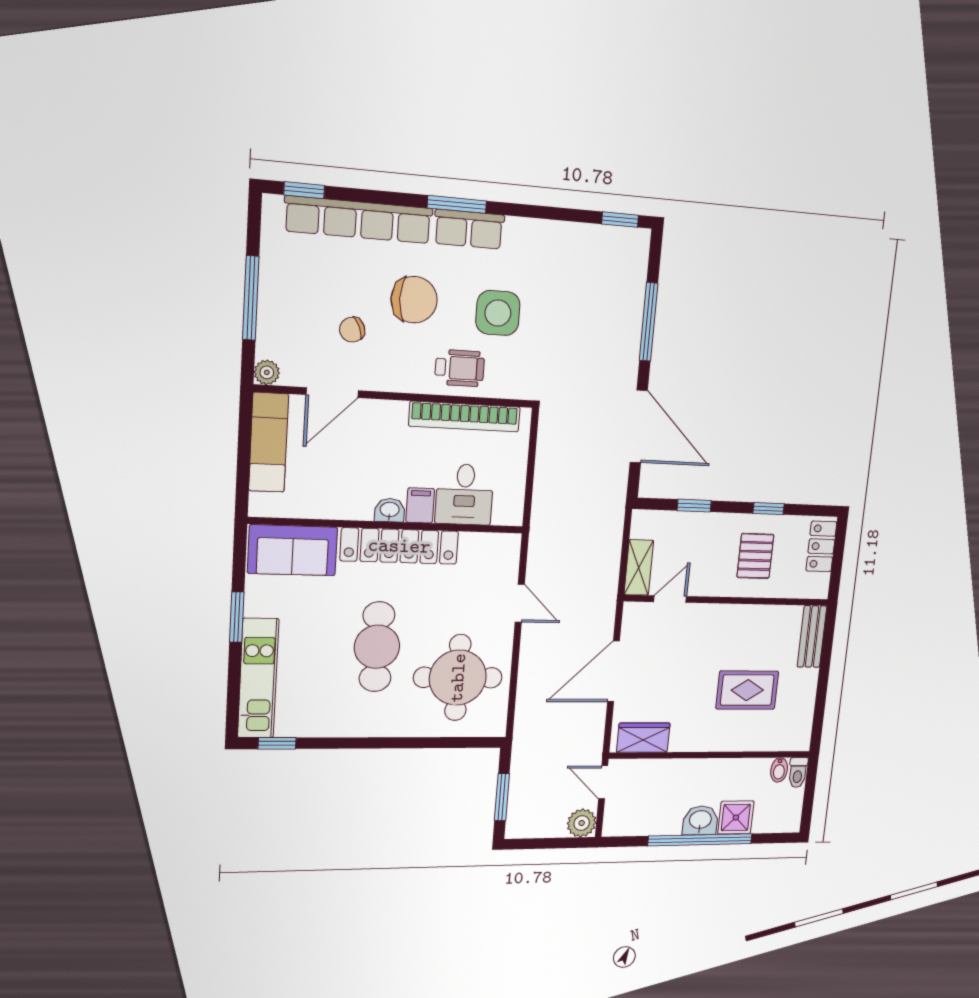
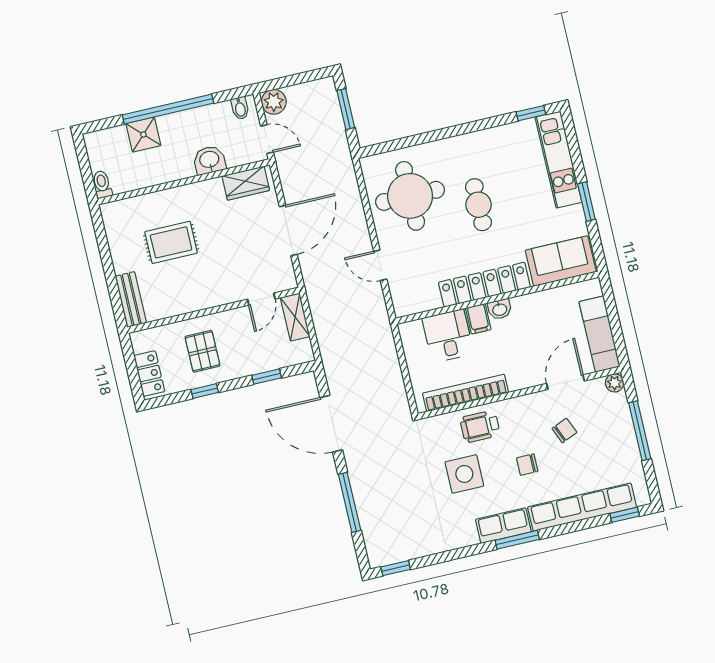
chair: (414, 300) -> (527, 465), width x0.54, depth x0.54
cafe table: (377, 647) -> (478, 205), width x0.73, depth x0.74
bidet: (779, 770) -> (240, 108), moved, turned 180
washbasin: (700, 820) -> (209, 160), moved, turned 180

